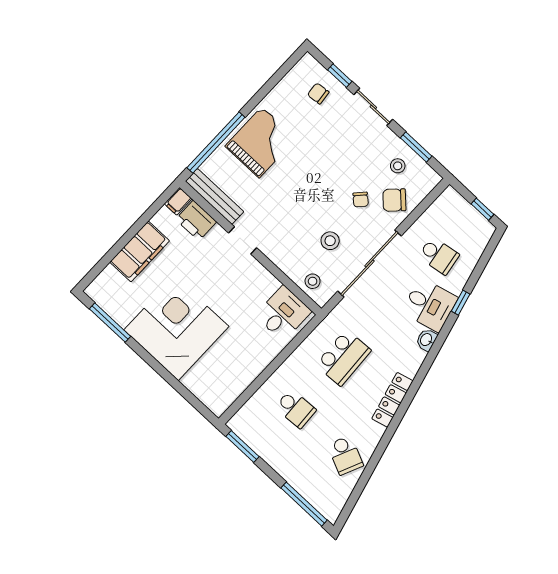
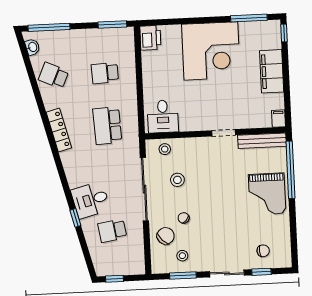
printer: (196, 221) -> (150, 38), moved, turned 90
window: (92, 275) -> (284, 33), added
washbasin: (426, 340) -> (32, 47), moved

